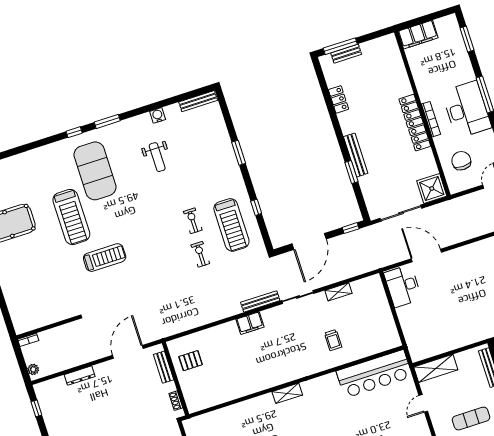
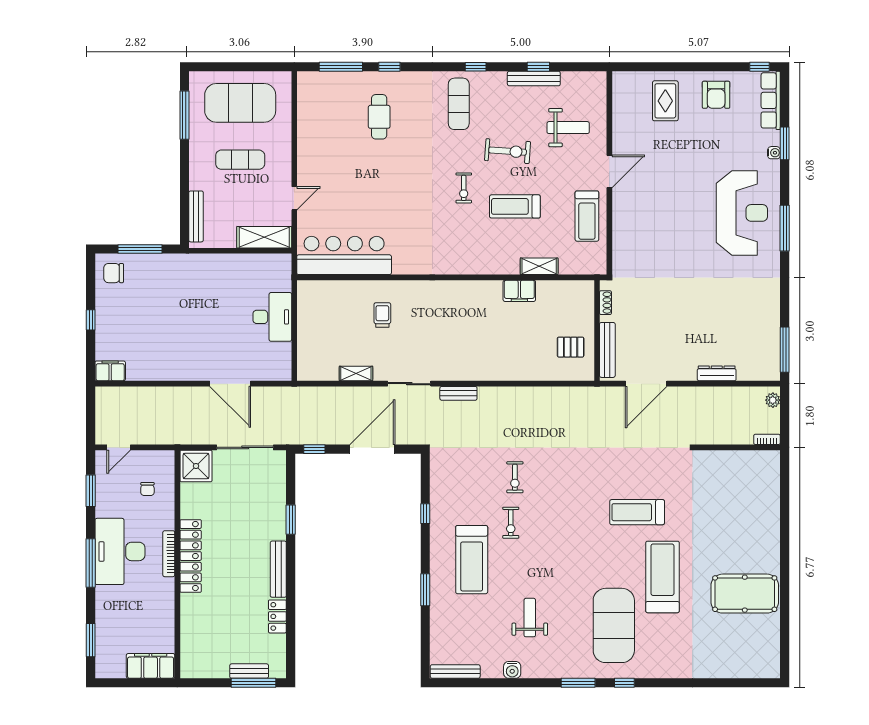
bench: (356, 155) -> (278, 569), moved
chair: (461, 161) -> (147, 489), width x0.54, depth x0.54
treadmill: (231, 225) -> (472, 560), moved, turned 180
desk: (403, 286) -> (272, 317), moved
bench: (260, 301) -> (458, 393), width x0.73
filing cabinet: (250, 323) -> (519, 291), moved, turned 180
bench: (164, 367) -> (607, 350), width x1.36
shelving: (287, 393) -> (539, 266), moved
window: (36, 408) -> (785, 350), width x2.17

